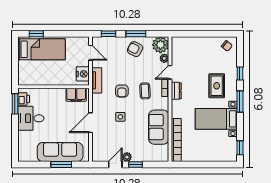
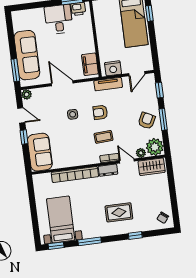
wardrobe: (178, 50) -> (152, 167), added
window: (240, 102) -> (90, 241), moved
bed with nightstands: (216, 119) -> (61, 219), moved
sofa: (159, 127) -> (40, 152), moved, turned 90
bookcase: (176, 140) -> (75, 175), moved
plant: (127, 157) -> (27, 94), moved
window: (61, 165) -> (15, 70), moved

